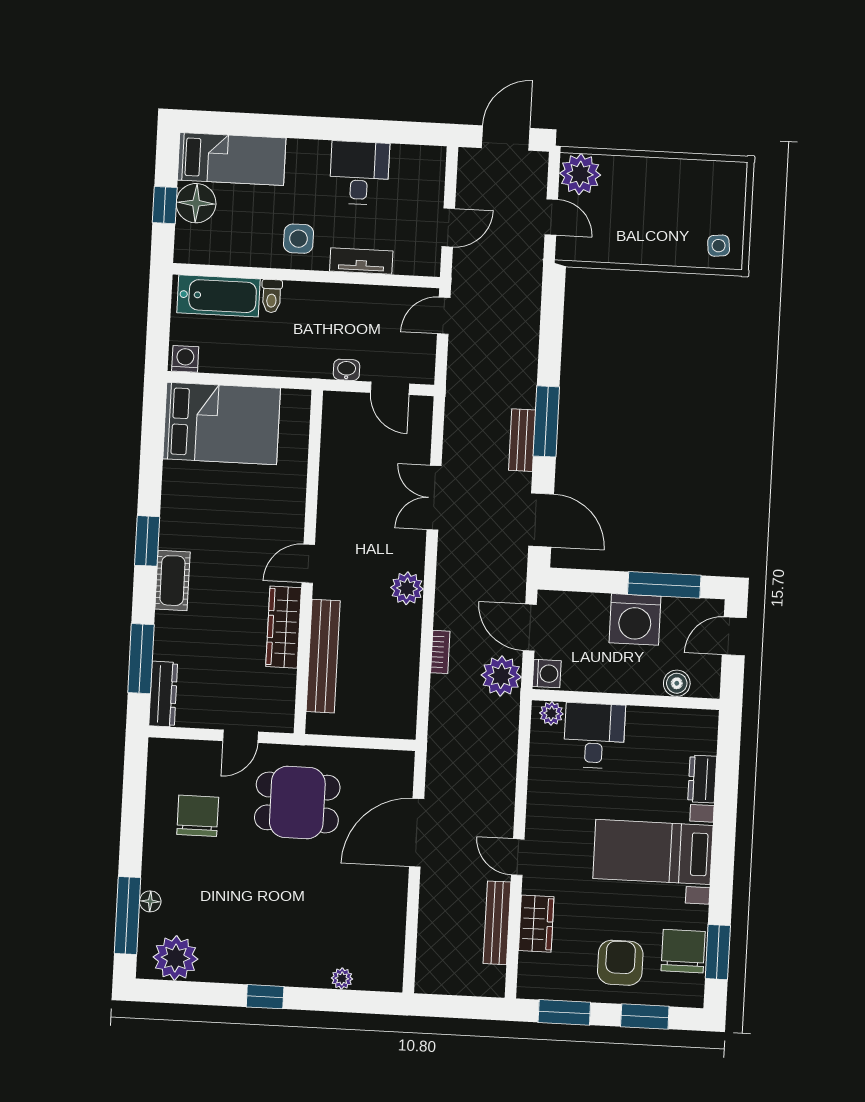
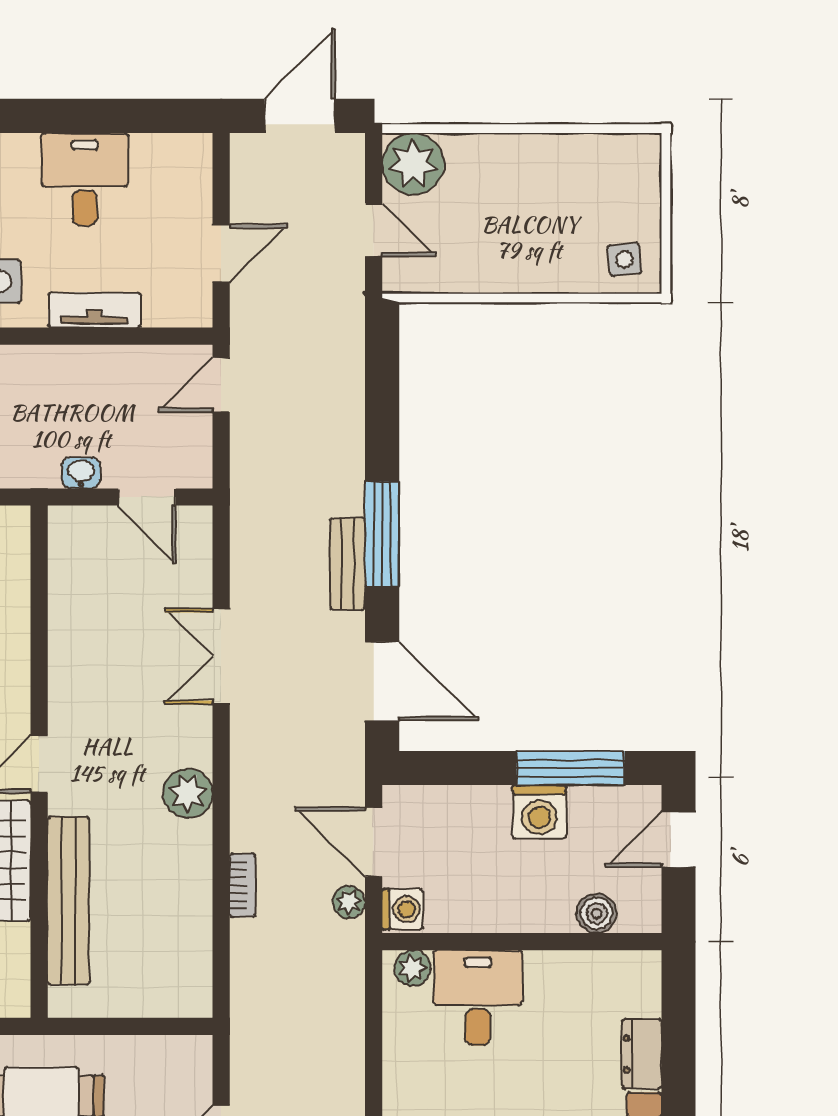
washing machine: (635, 619) -> (539, 812), width x0.73, depth x0.73
plant: (501, 676) -> (349, 902), width x0.53, depth x0.53

